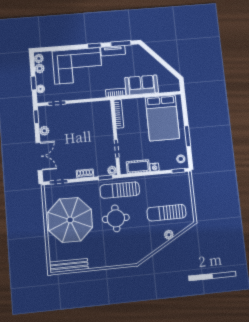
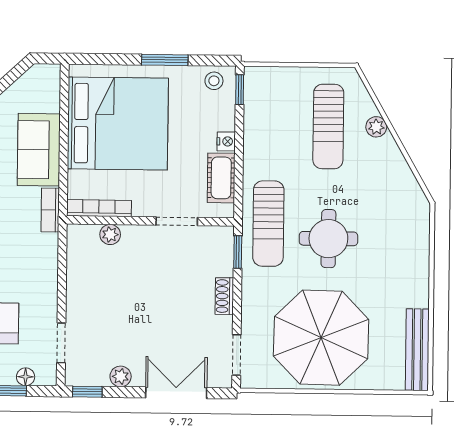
bed: (162, 118) -> (118, 124), width x1.36
plant: (112, 171) -> (110, 235), moved

